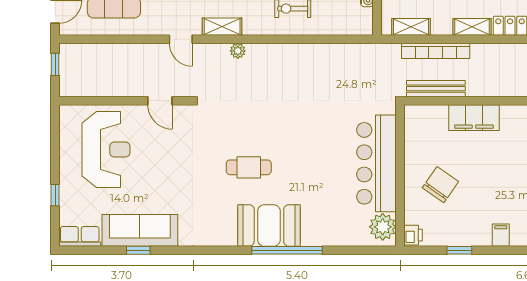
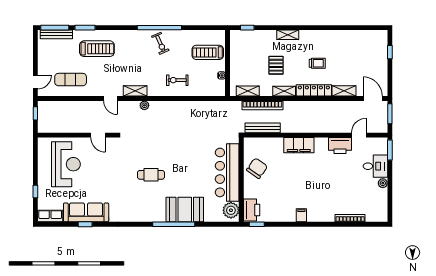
filing cabinet: (474, 118) -> (299, 145), moved
chair: (440, 185) -> (257, 168), moved
booth: (269, 225) -> (185, 209), moved
printer: (413, 235) -> (252, 210), width x1.87, depth x1.48
window: (459, 250) -> (257, 224), moved

